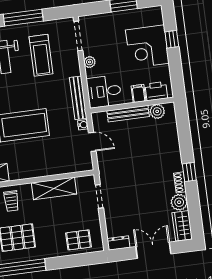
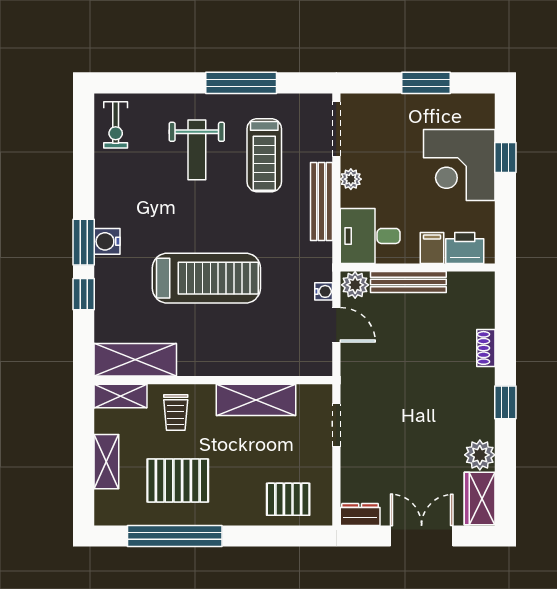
bench: (78, 98) -> (322, 202), moved
plant: (157, 111) -> (355, 285), moved
shoe rack: (180, 182) -> (486, 348), moved

